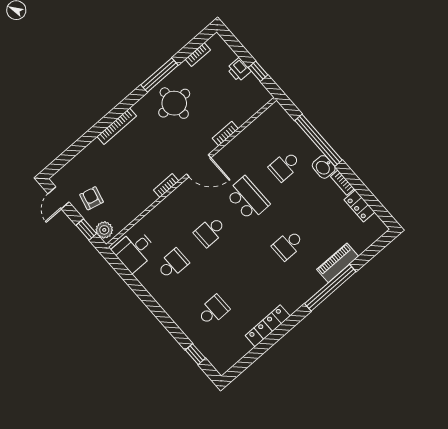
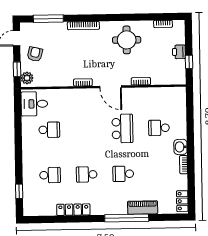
window: (160, 75) -> (48, 19), moved
window: (318, 140) -> (190, 129), removed
locker: (359, 206) -> (182, 201), moved
school desk: (210, 231) -> (87, 174), moved

